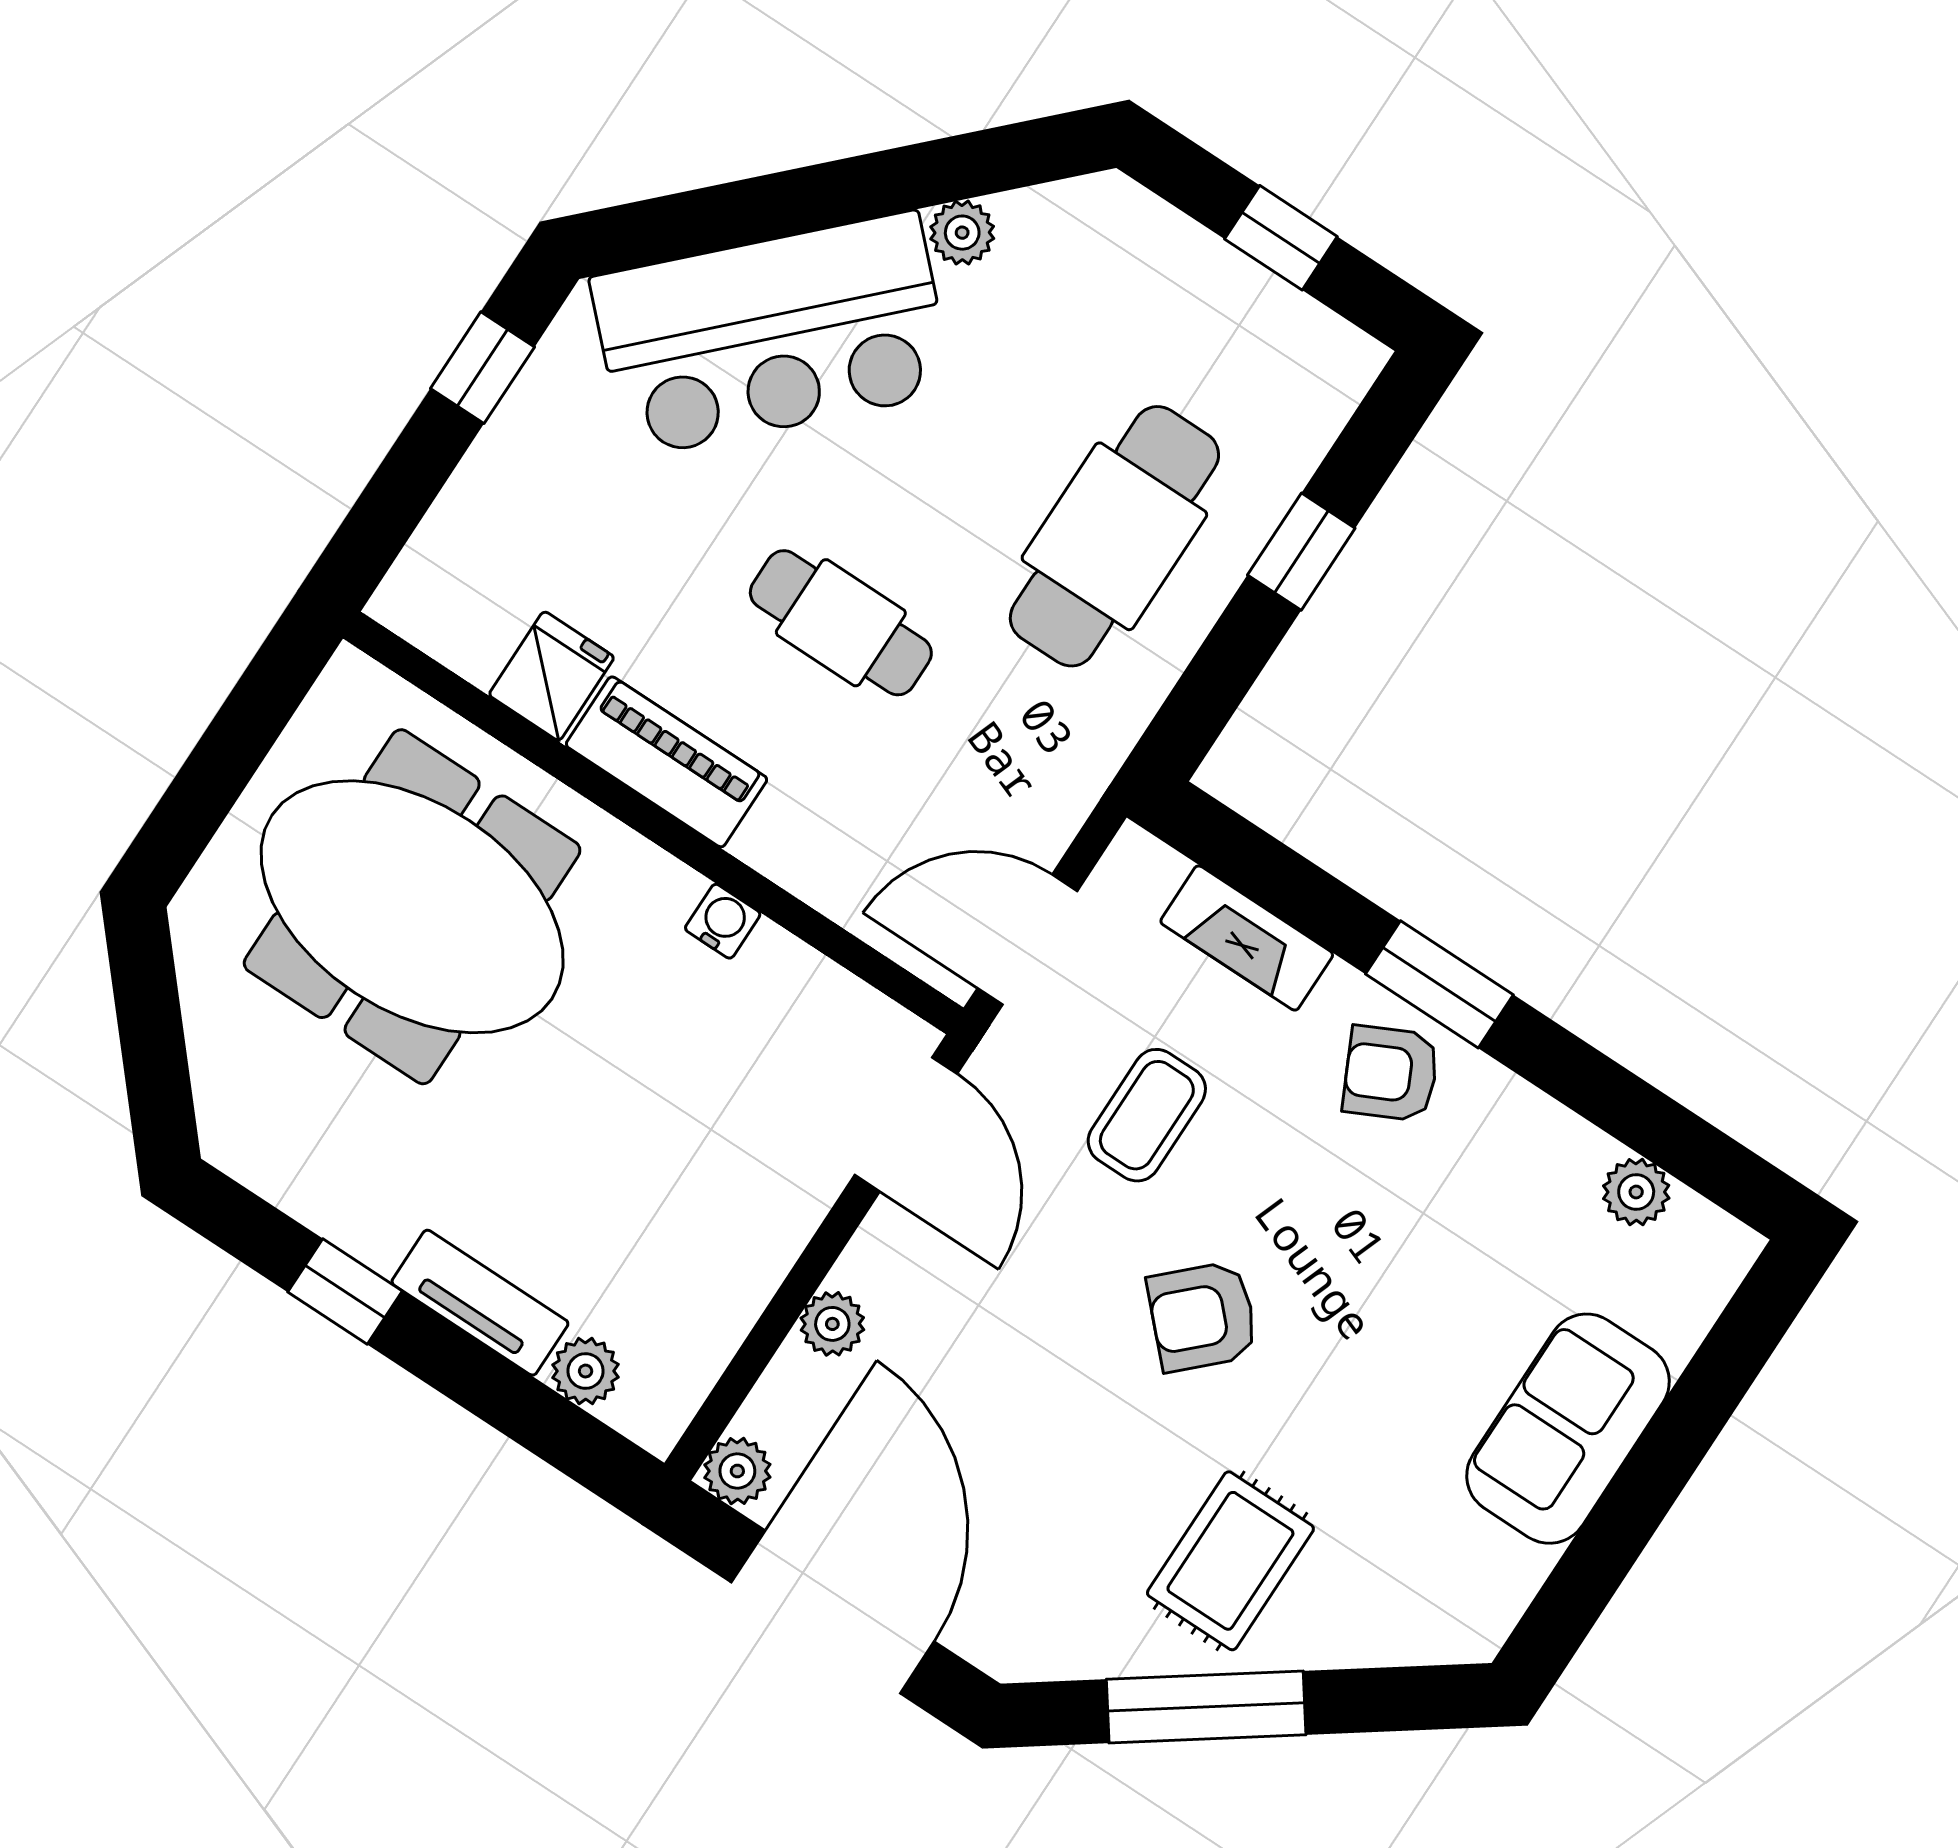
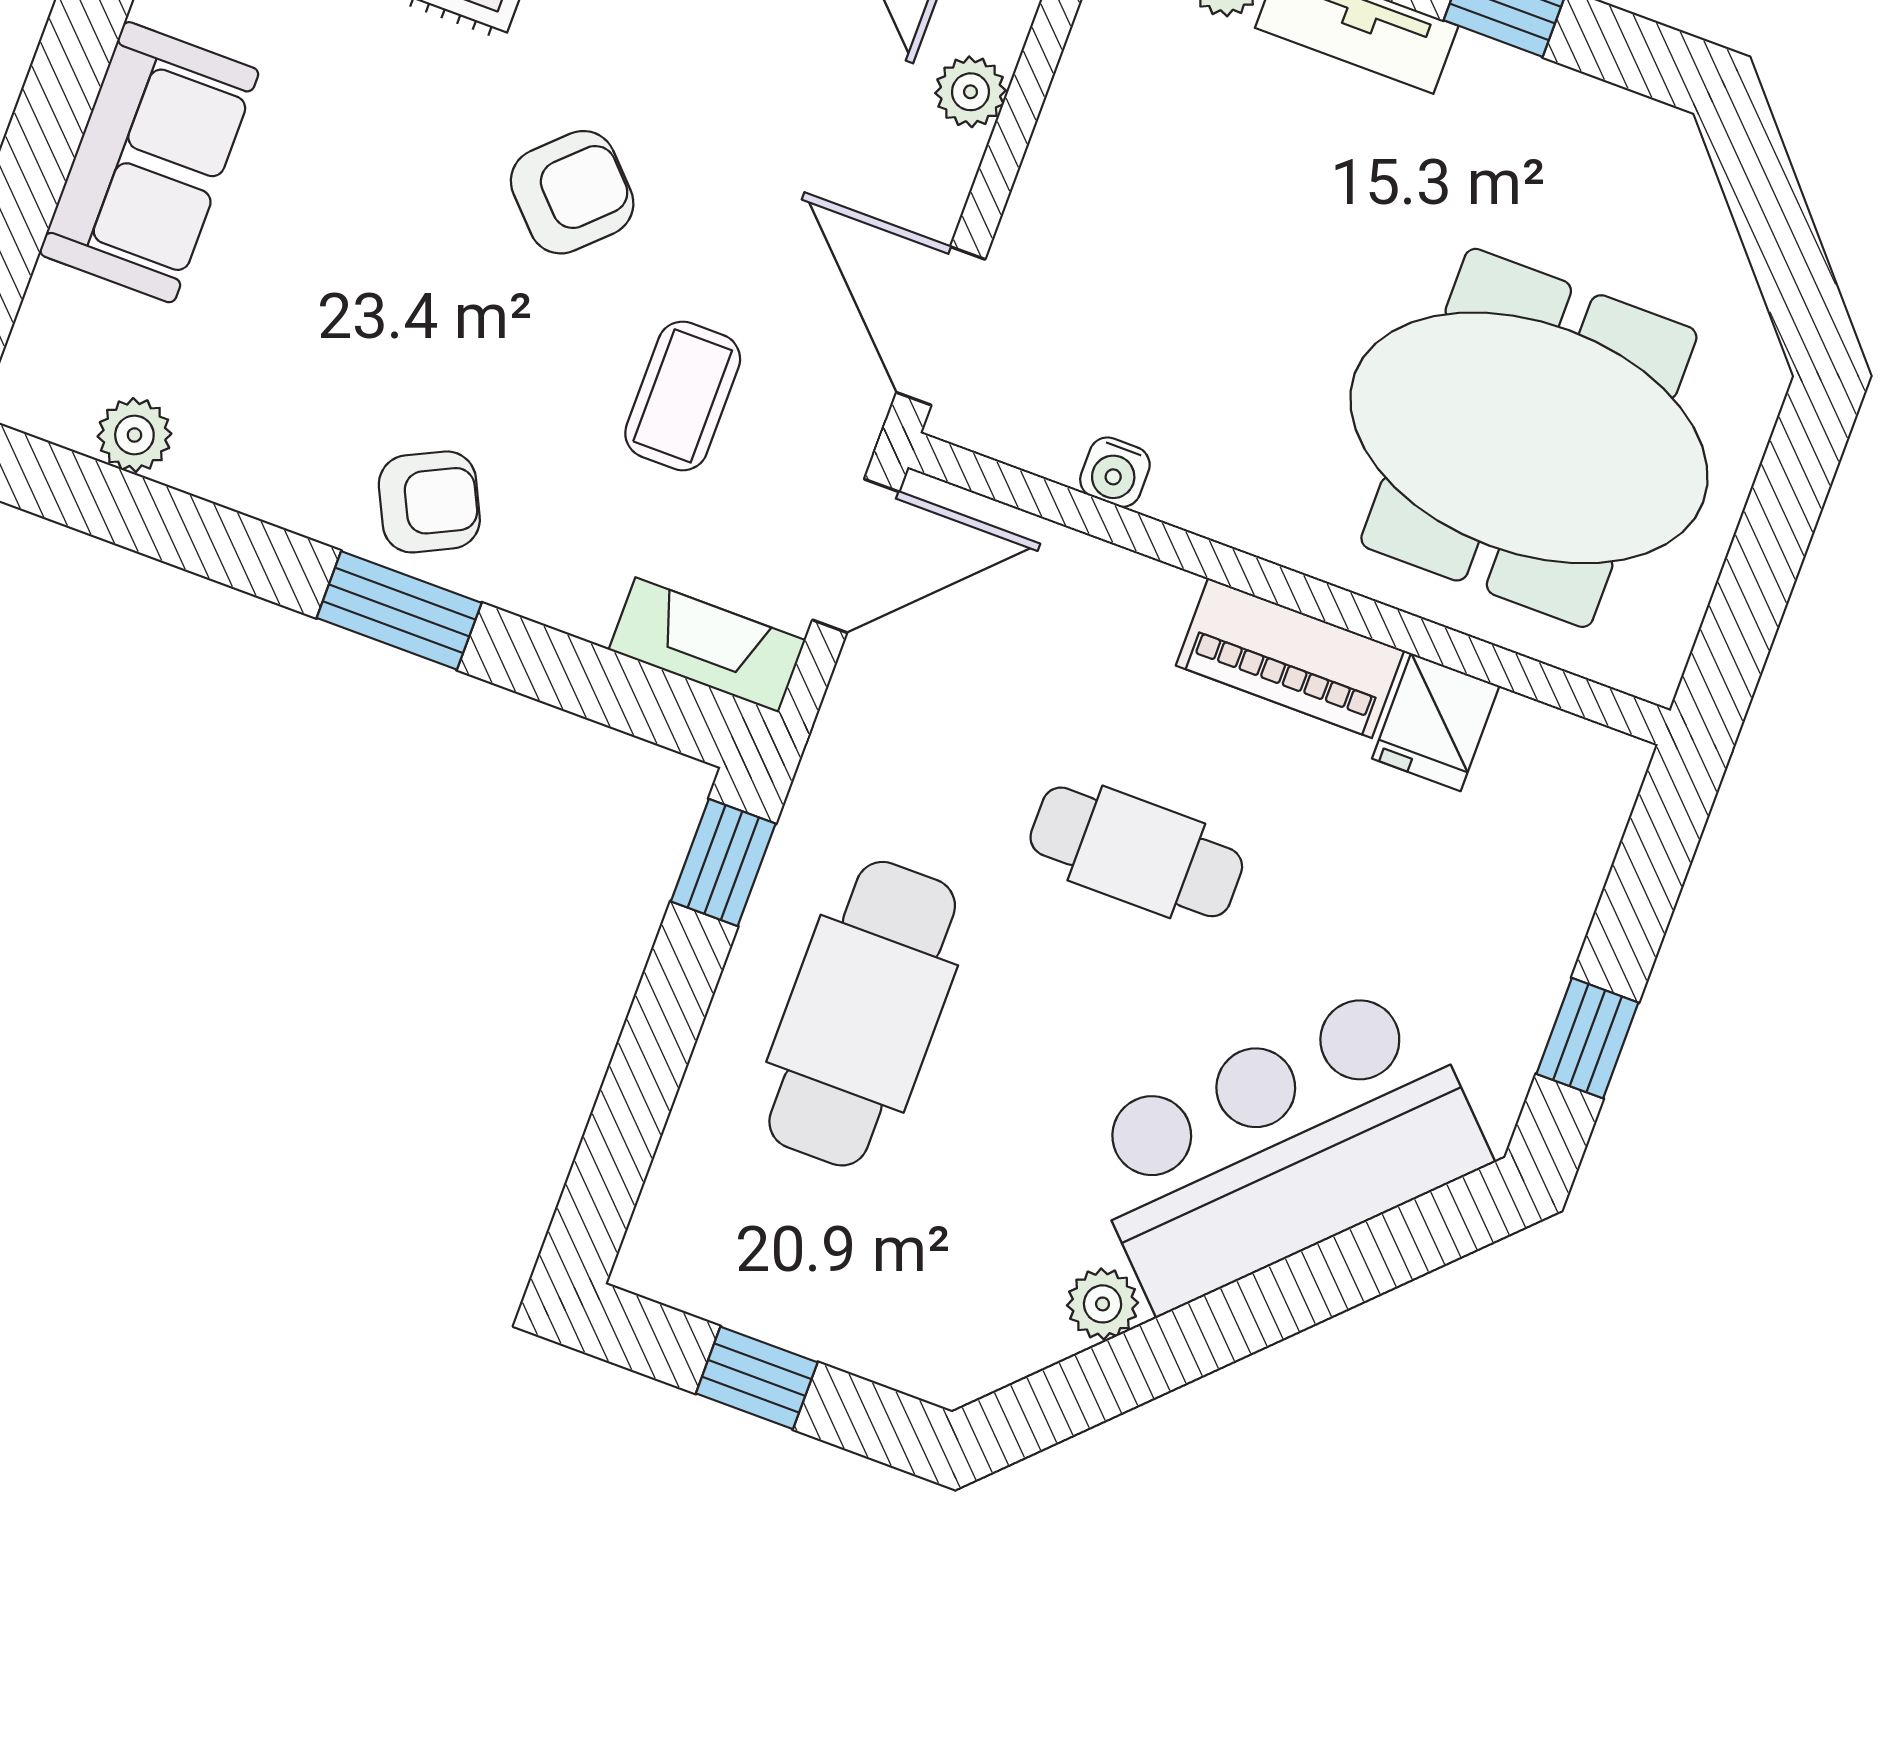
window: (1301, 552) -> (723, 862), moved
water cooler: (723, 921) -> (1115, 472), moved
fireplace: (1247, 938) -> (707, 645), moved

